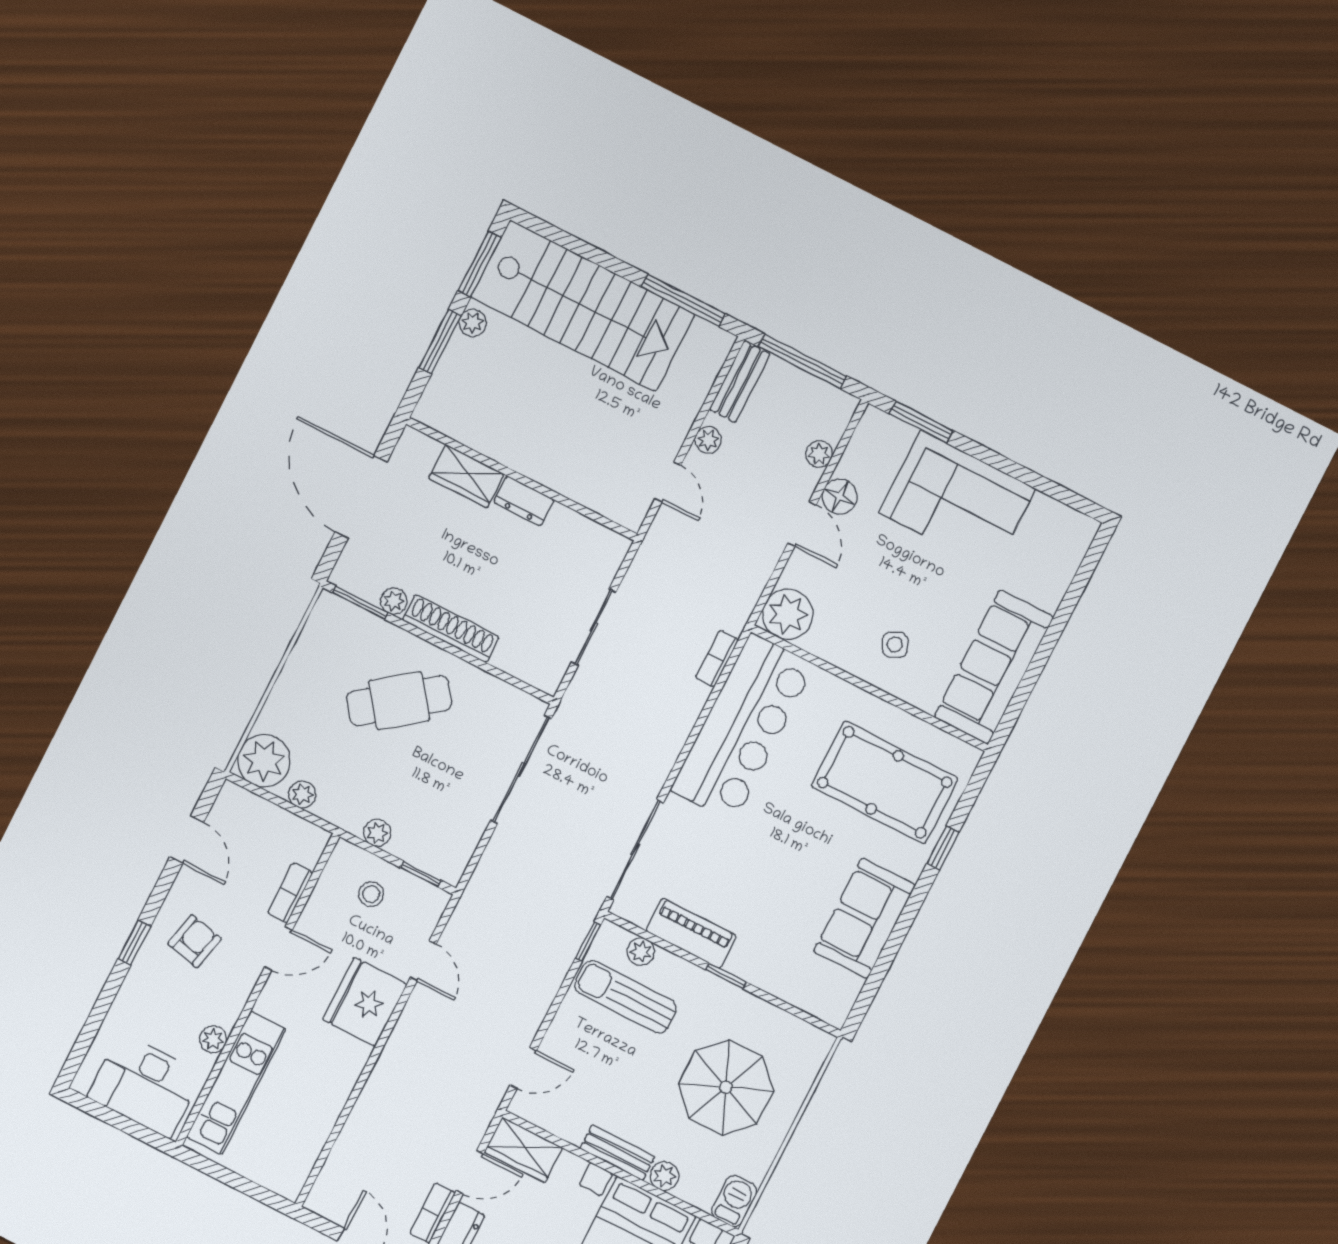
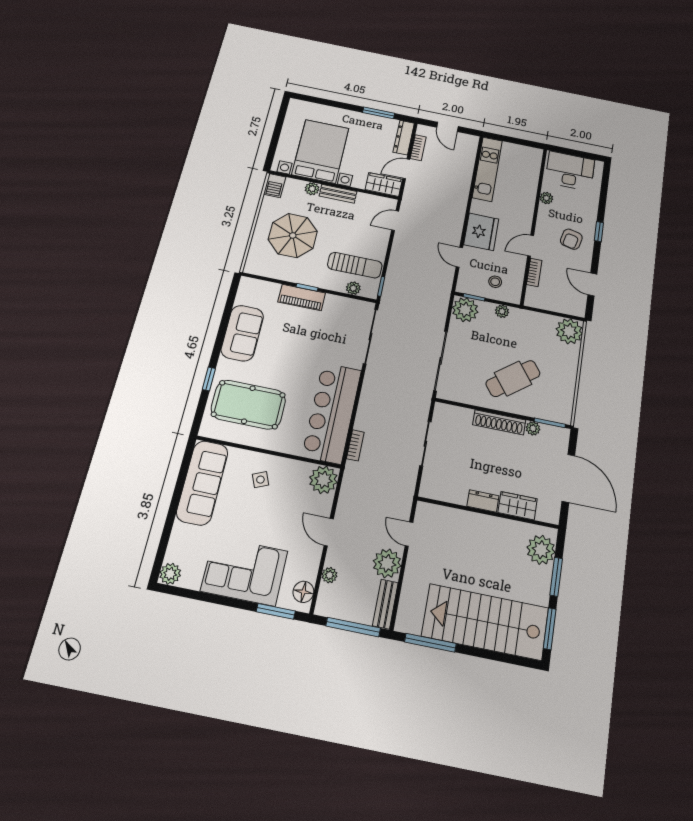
plant: (473, 323) -> (541, 550), moved, width x1.88, depth x1.88
plant: (708, 440) -> (387, 563), width x1.88, depth x1.88
floor lamp: (840, 497) -> (303, 592), moved
plant: (1078, 531) -> (170, 574), added
plant: (302, 794) -> (465, 310), moved, width x1.88, depth x1.88
piano: (691, 933) -> (302, 297), moved
kitchen unit: (236, 1083) -> (487, 169), moved, turned 180

